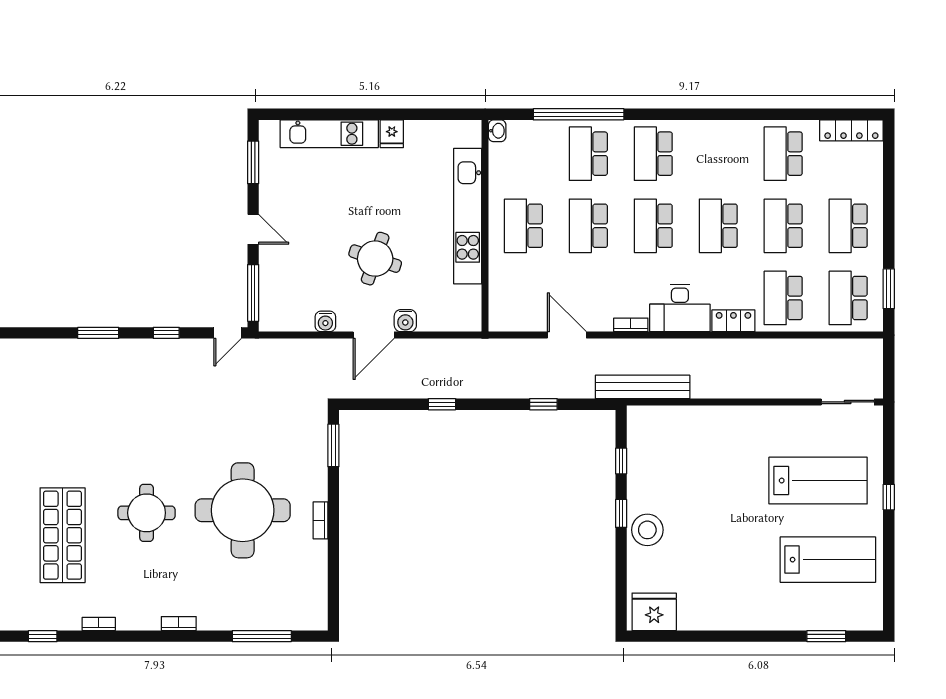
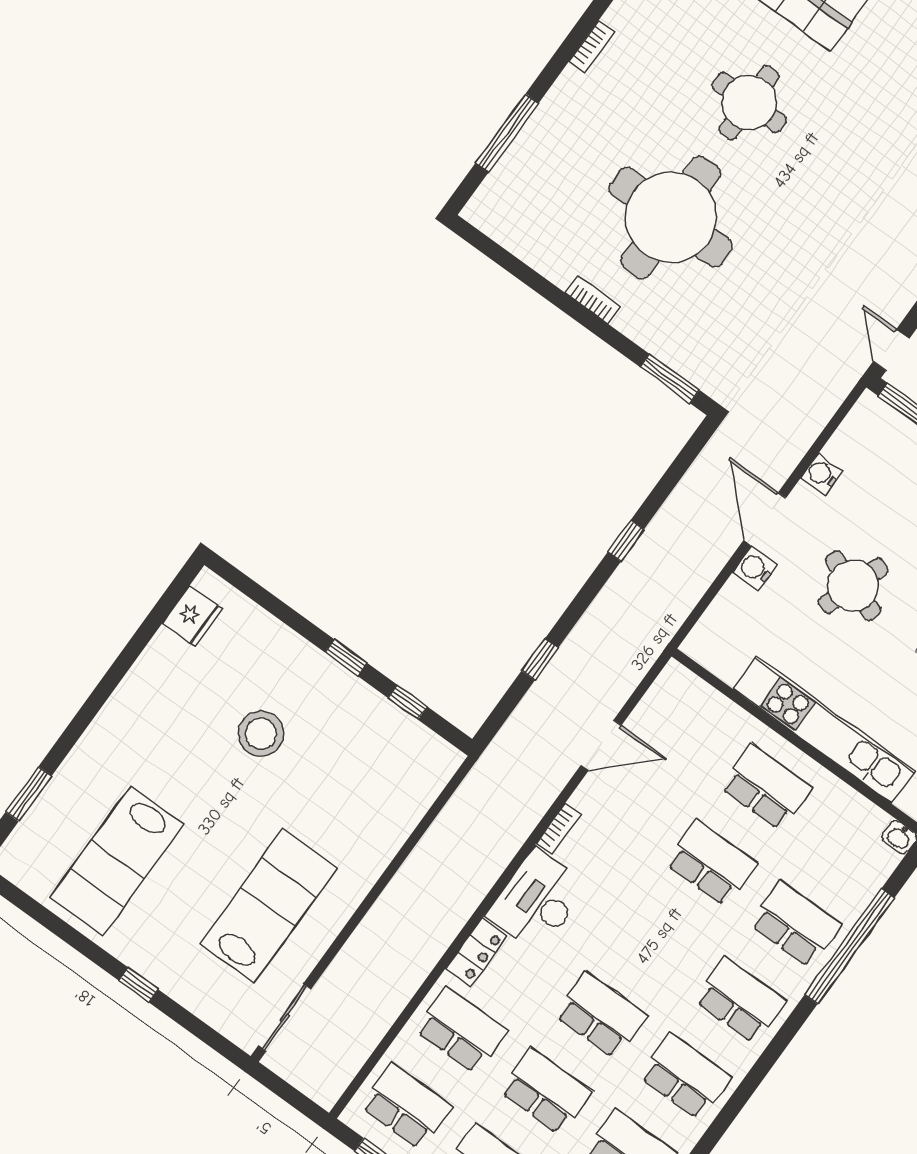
school desk: (653, 226) -> (685, 1076), moved
bench: (643, 387) -> (476, 790), removed
lab bench: (818, 481) -> (269, 906), moved, turned 180
stool: (647, 530) -> (261, 734), moved
fridge: (654, 612) -> (192, 616), width x0.73, depth x0.75

